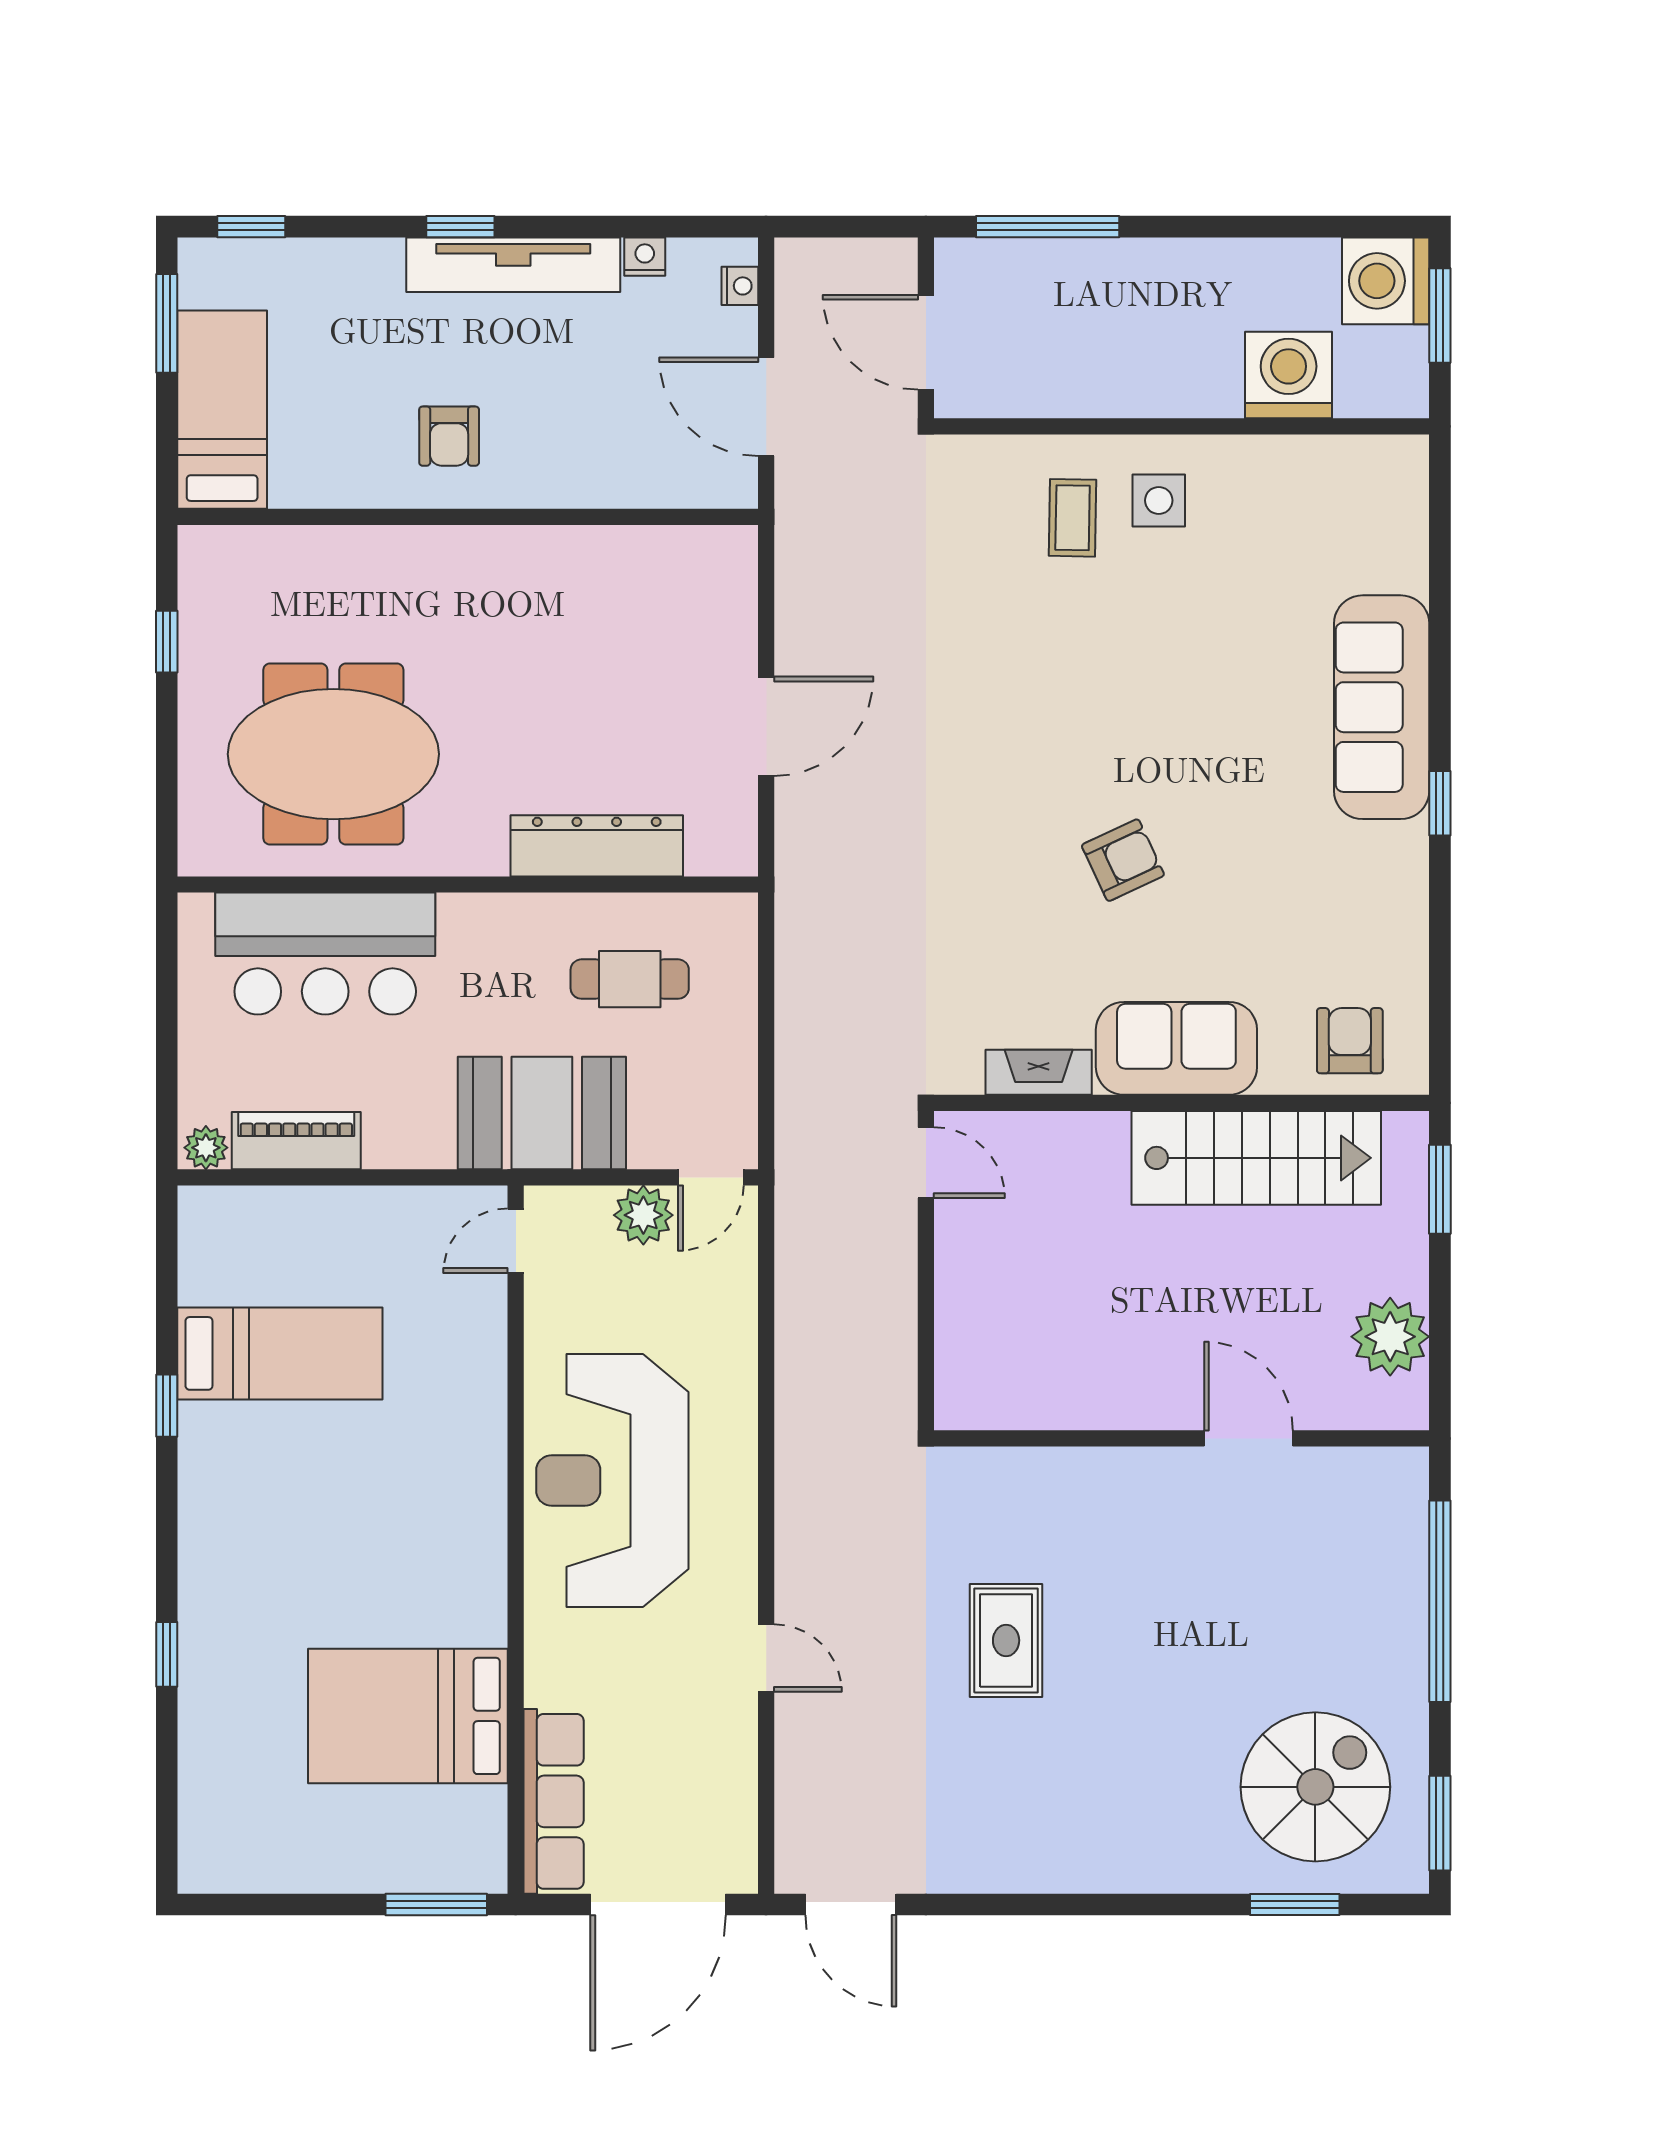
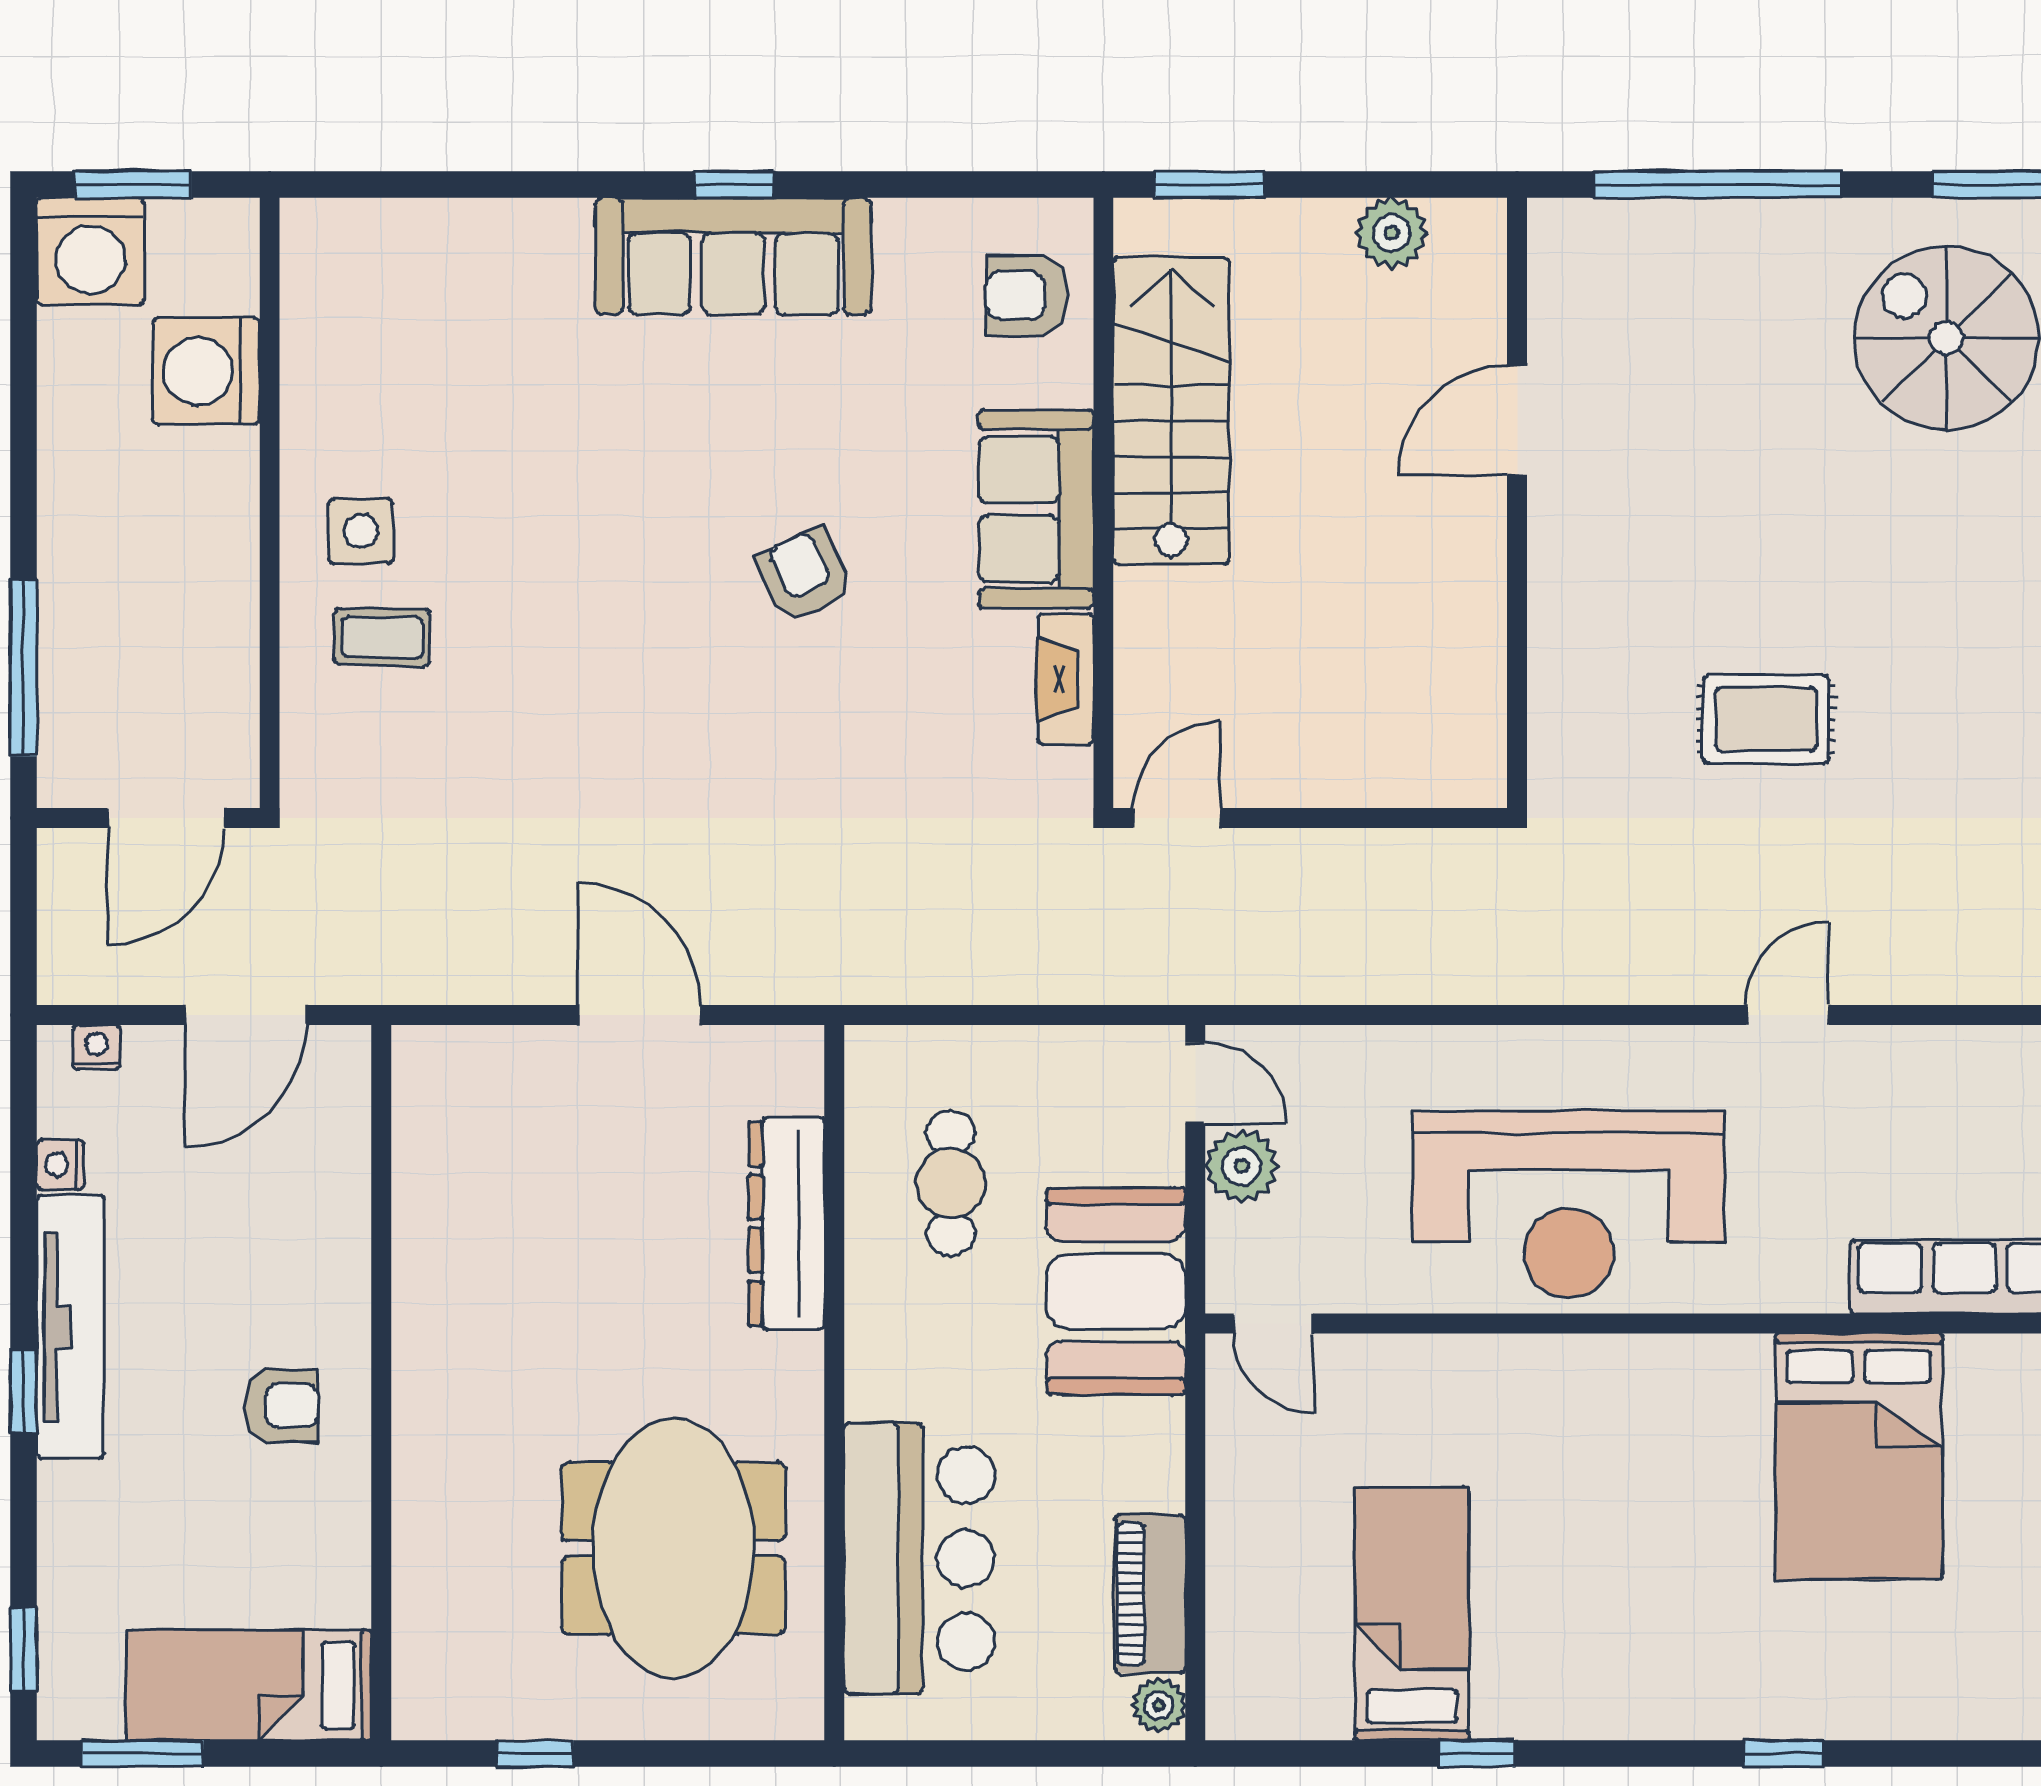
sofa: (1382, 707) -> (733, 256), moved
plant: (1390, 1337) -> (1392, 233), width x0.73, depth x0.73

